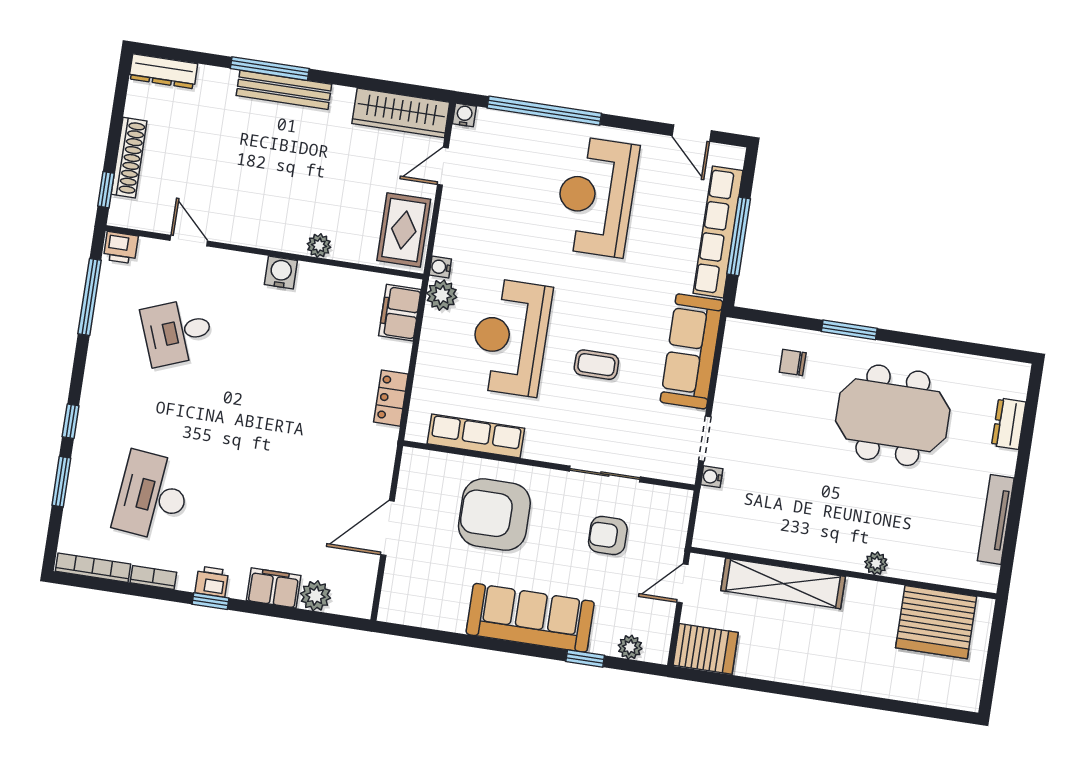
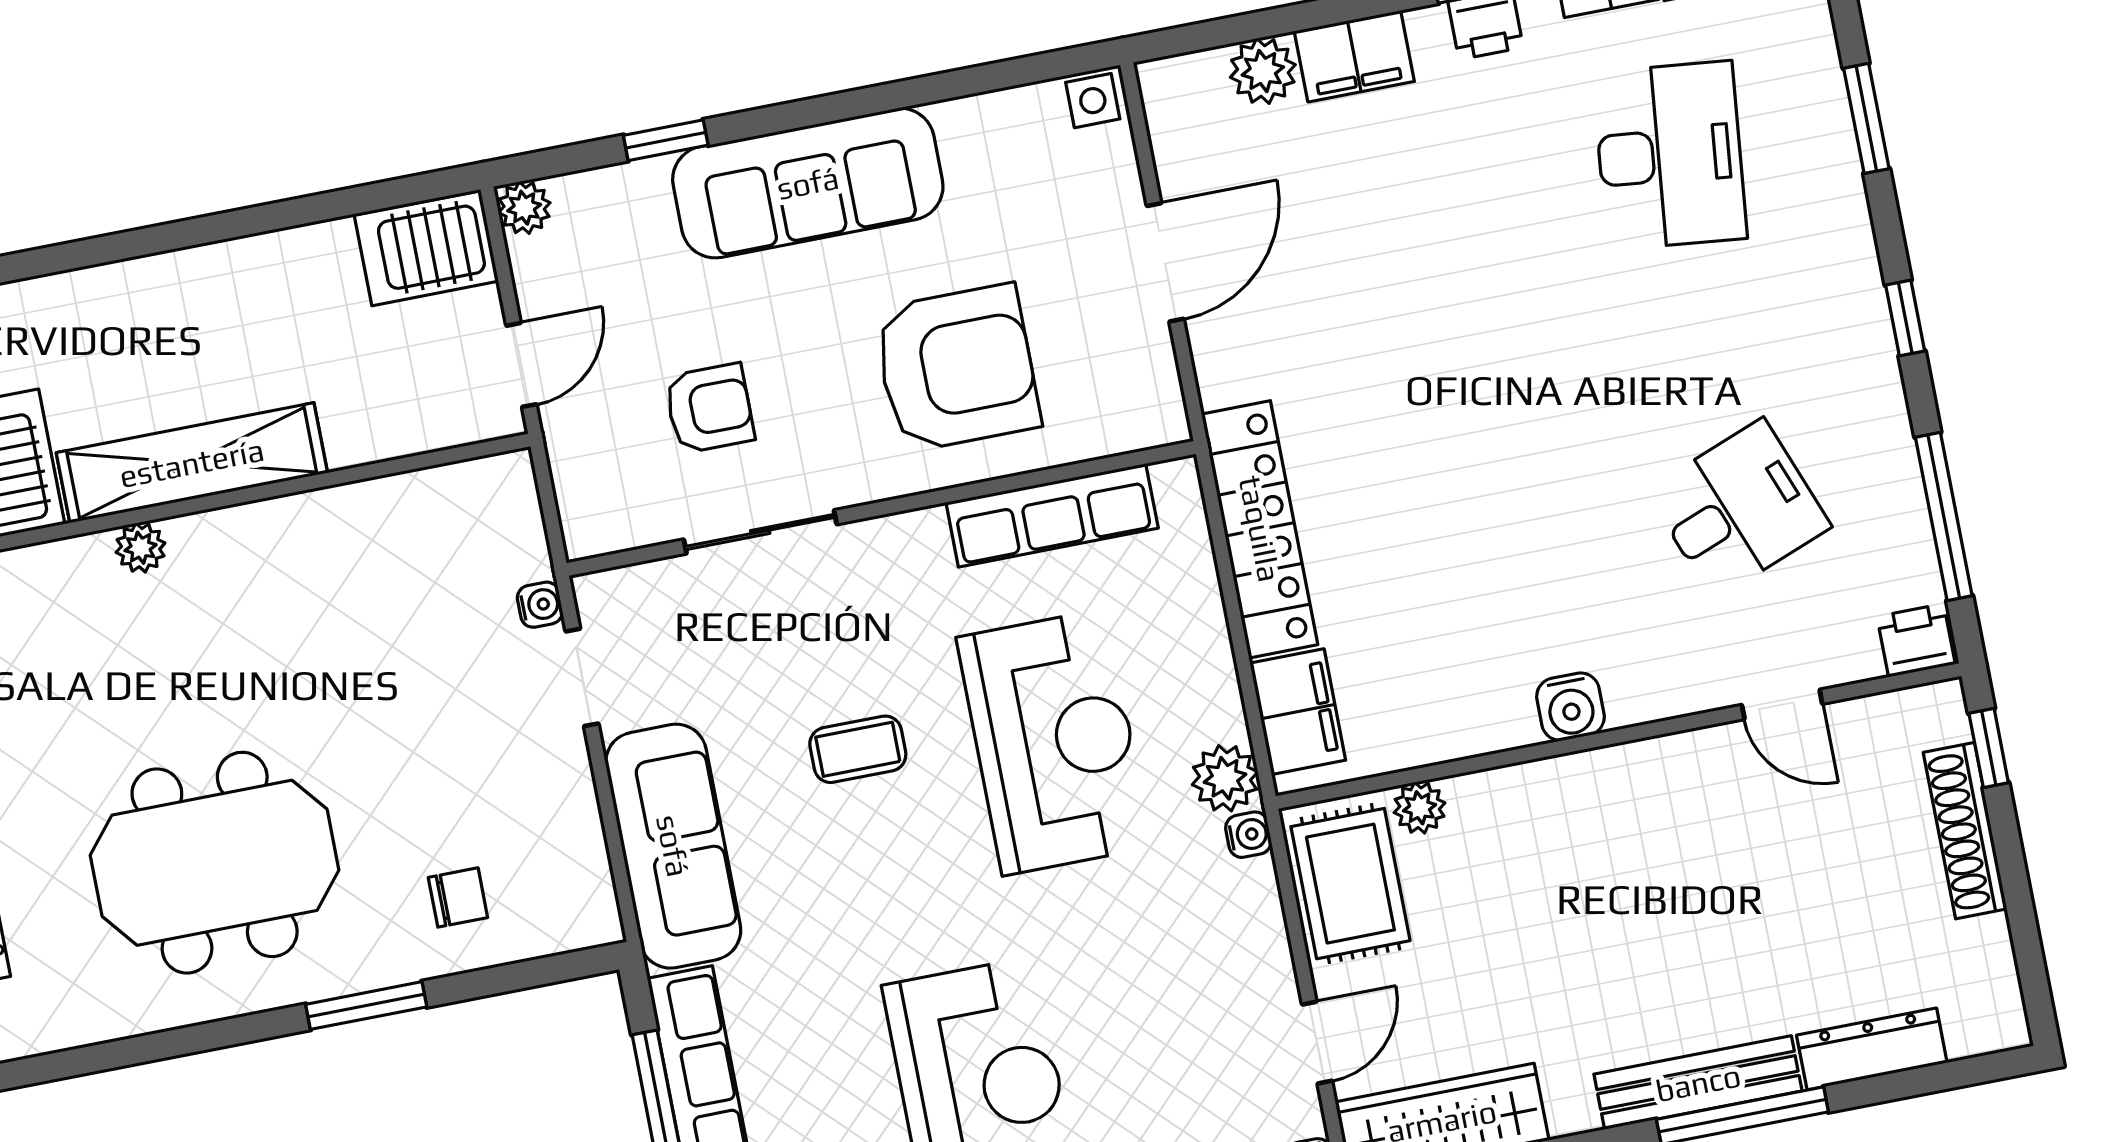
dresser: (163, 71) -> (1872, 1049), moved
plant: (319, 246) -> (1420, 808), moved
locker: (391, 398) -> (1260, 529), width x2.16, depth x1.21
window: (71, 421) -> (1905, 318), moved
shelving: (783, 583) -> (192, 463), moved
side table: (394, 609) -> (1093, 101), added
plant: (630, 647) -> (524, 208), moved

